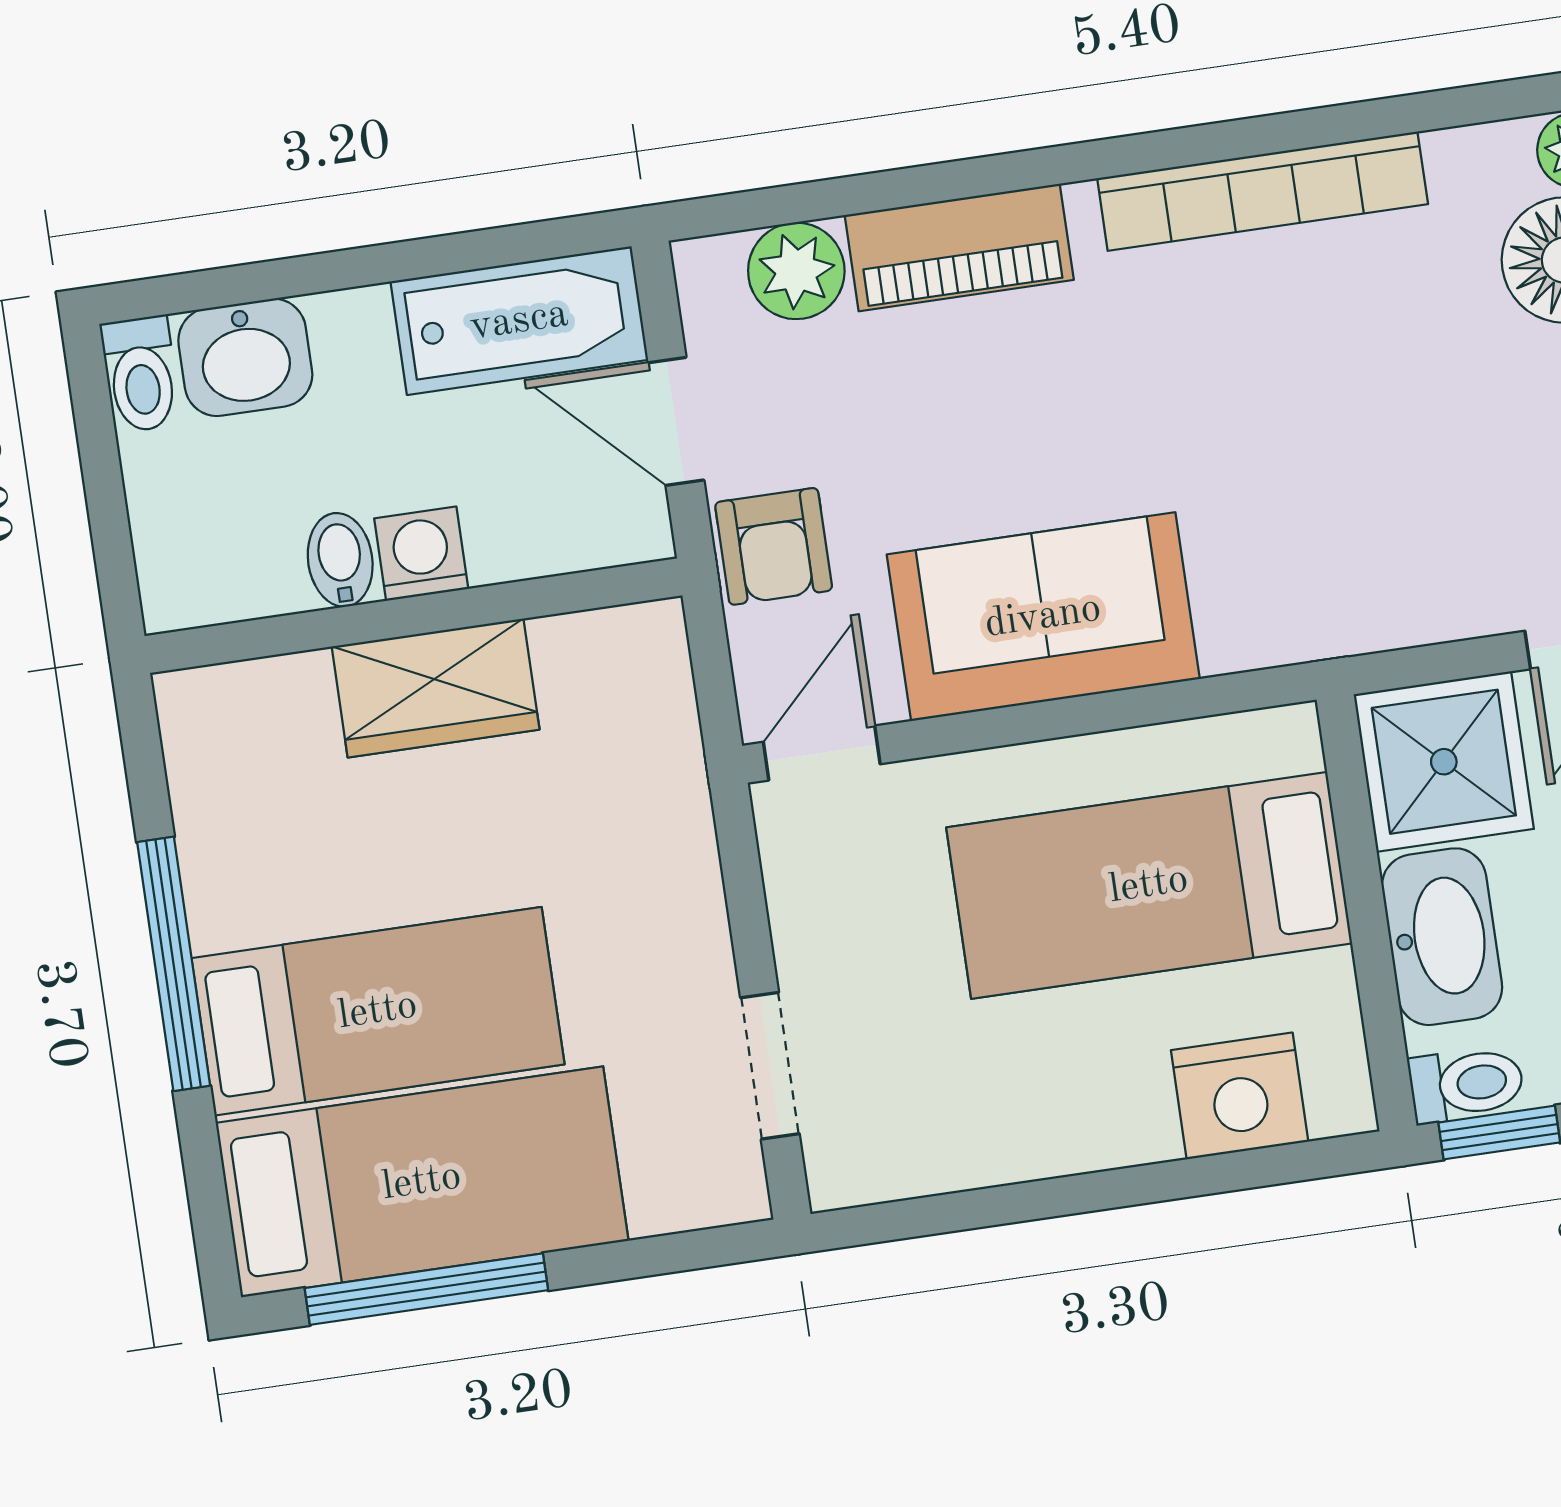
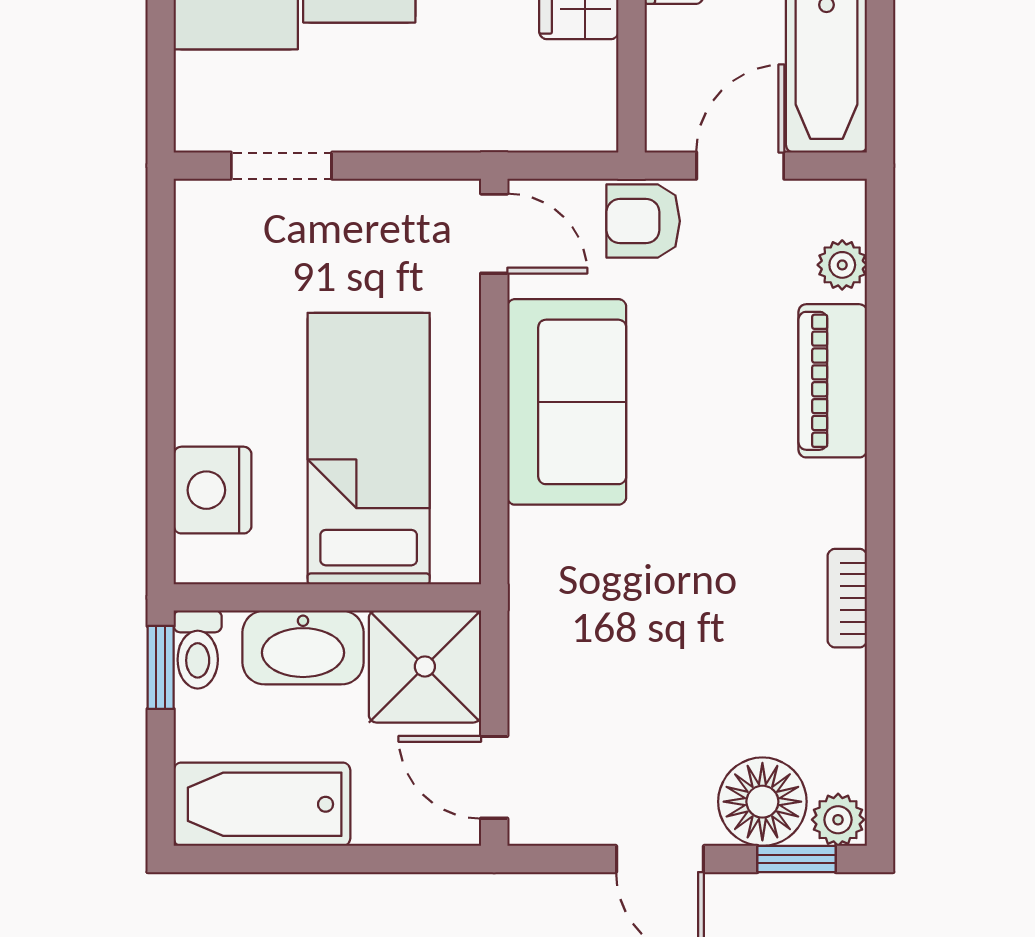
bookcase: (1263, 191) -> (847, 598), width x0.43, depth x0.76
plant: (796, 271) -> (842, 265), width x0.73, depth x0.73

